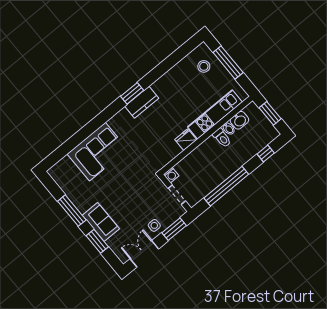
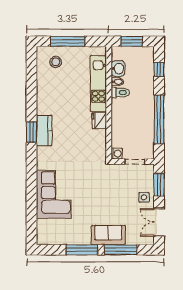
window: (97, 241) -> (120, 250), width x1.44

